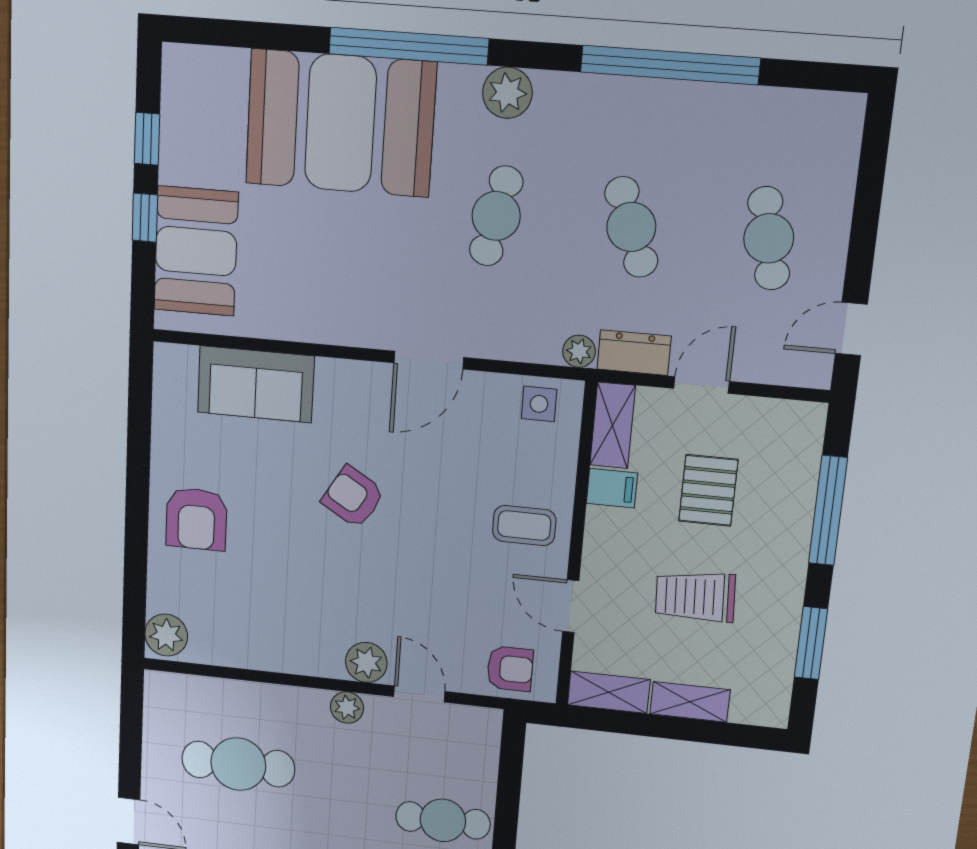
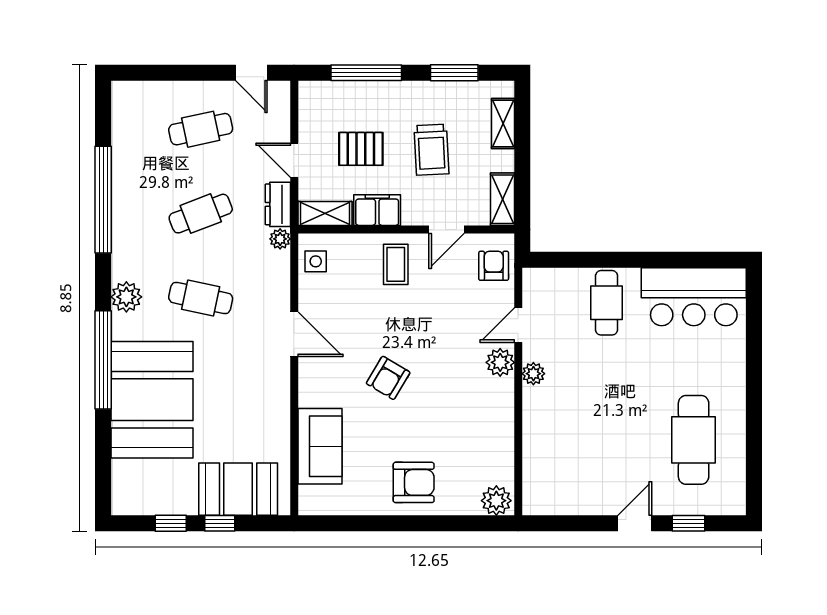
filing cabinet: (612, 488) -> (377, 210), width x2.00
shelving: (690, 702) -> (503, 123), moved
cafe table: (238, 764) -> (583, 447), removed

